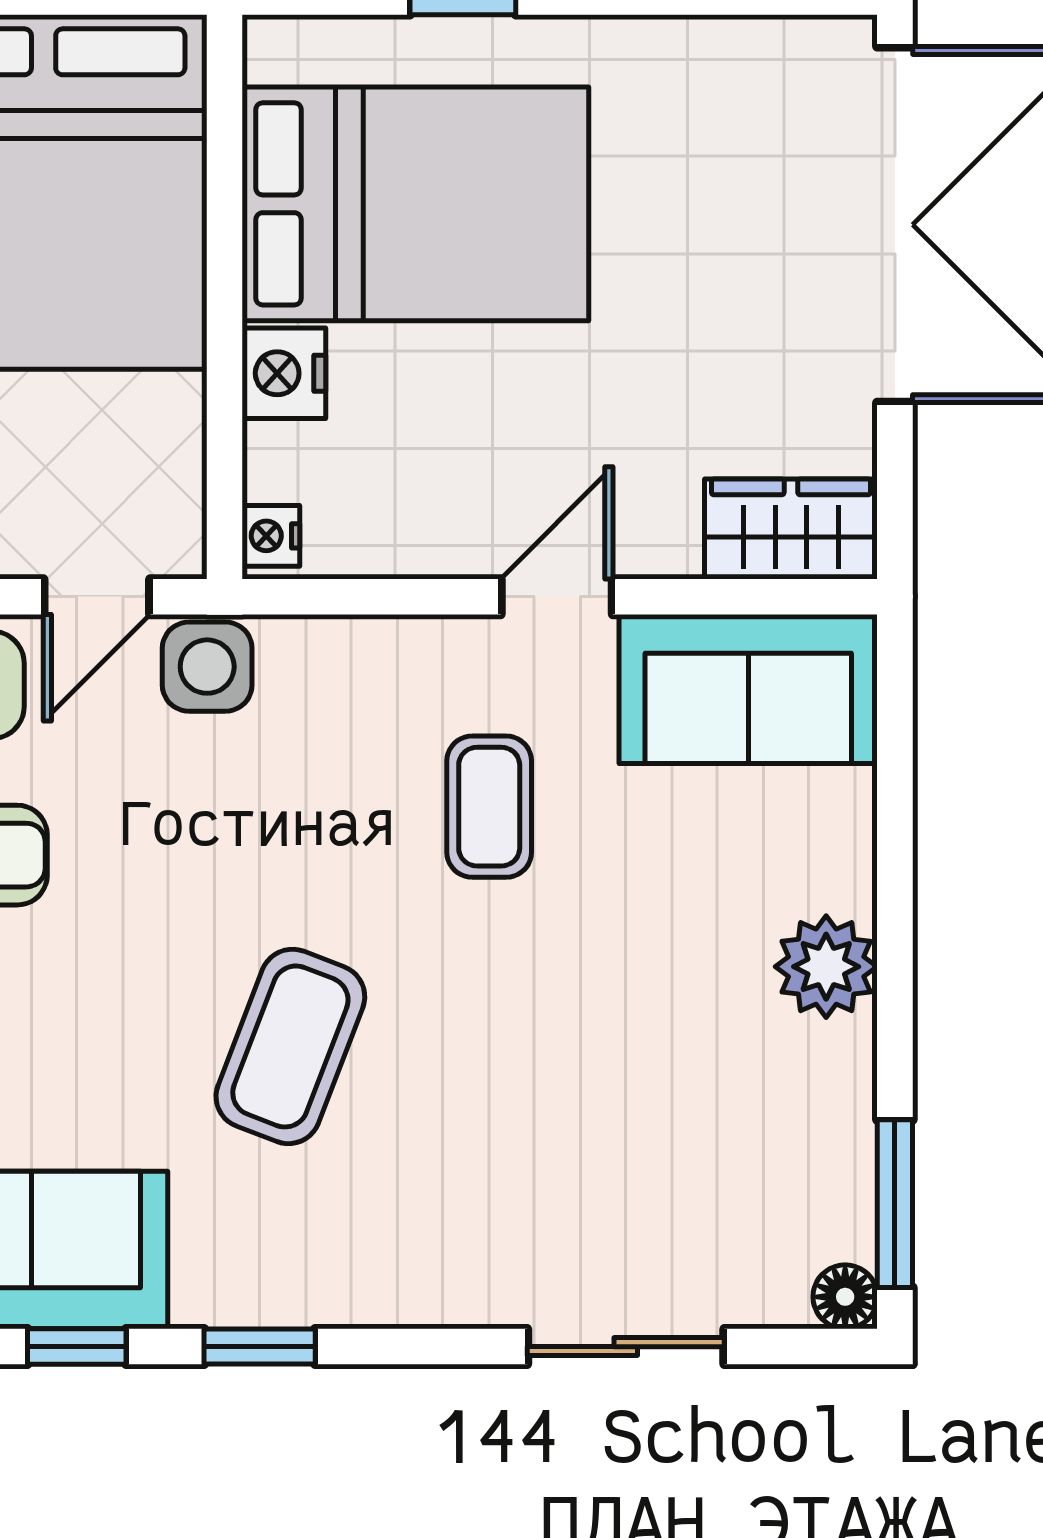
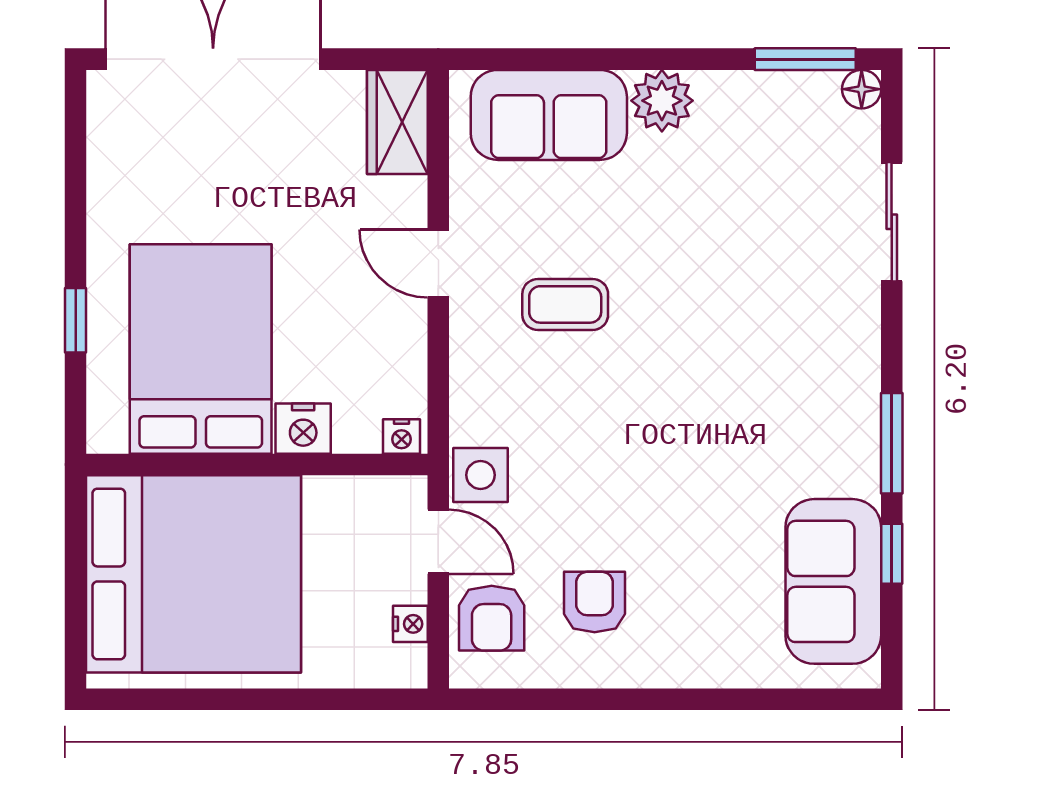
sofa: (748, 689) -> (549, 115), moved, turned 90
coffee table: (290, 1046) -> (710, 425), removed
window: (260, 1347) -> (892, 443), width x1.50

